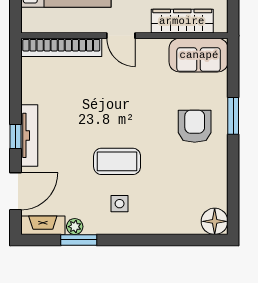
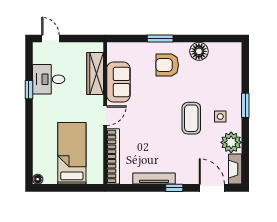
sofa: (199, 55) -> (118, 82), moved
tv unit: (29, 135) -> (154, 179), moved
floor lamp: (215, 221) -> (199, 51), moved
plant: (75, 227) -> (231, 142), width x1.88, depth x1.88
window: (79, 240) -> (245, 105), moved

